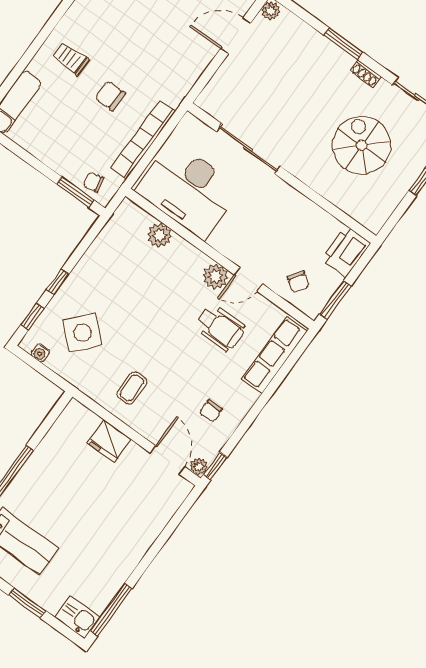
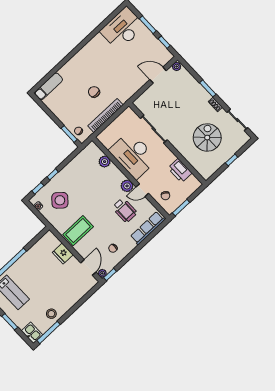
trolley: (71, 59) -> (79, 71), removed
desk: (188, 190) -> (133, 155), moved
printer: (346, 251) -> (180, 171), moved, turned -90
coffee table: (132, 388) -> (78, 231), width x1.86, depth x1.72
stool: (110, 570) -> (51, 314), added

